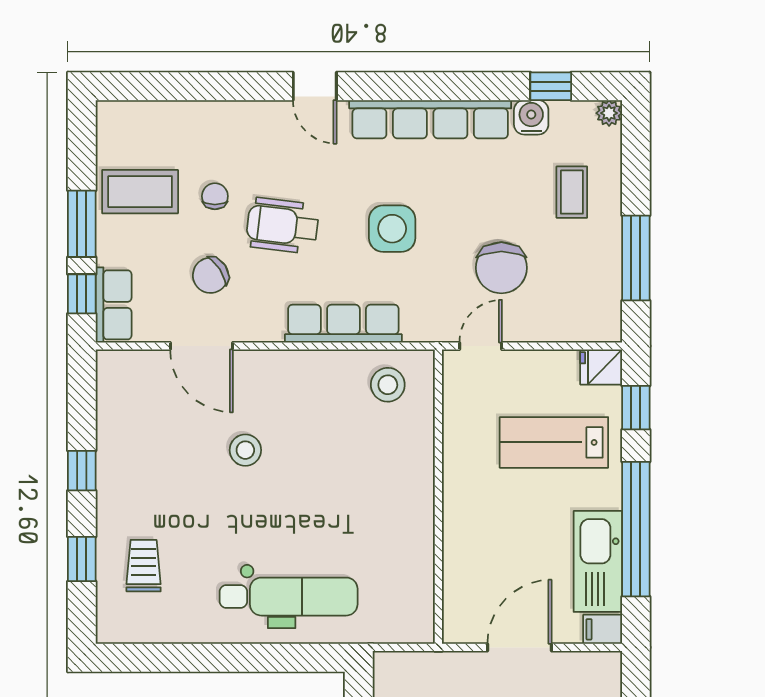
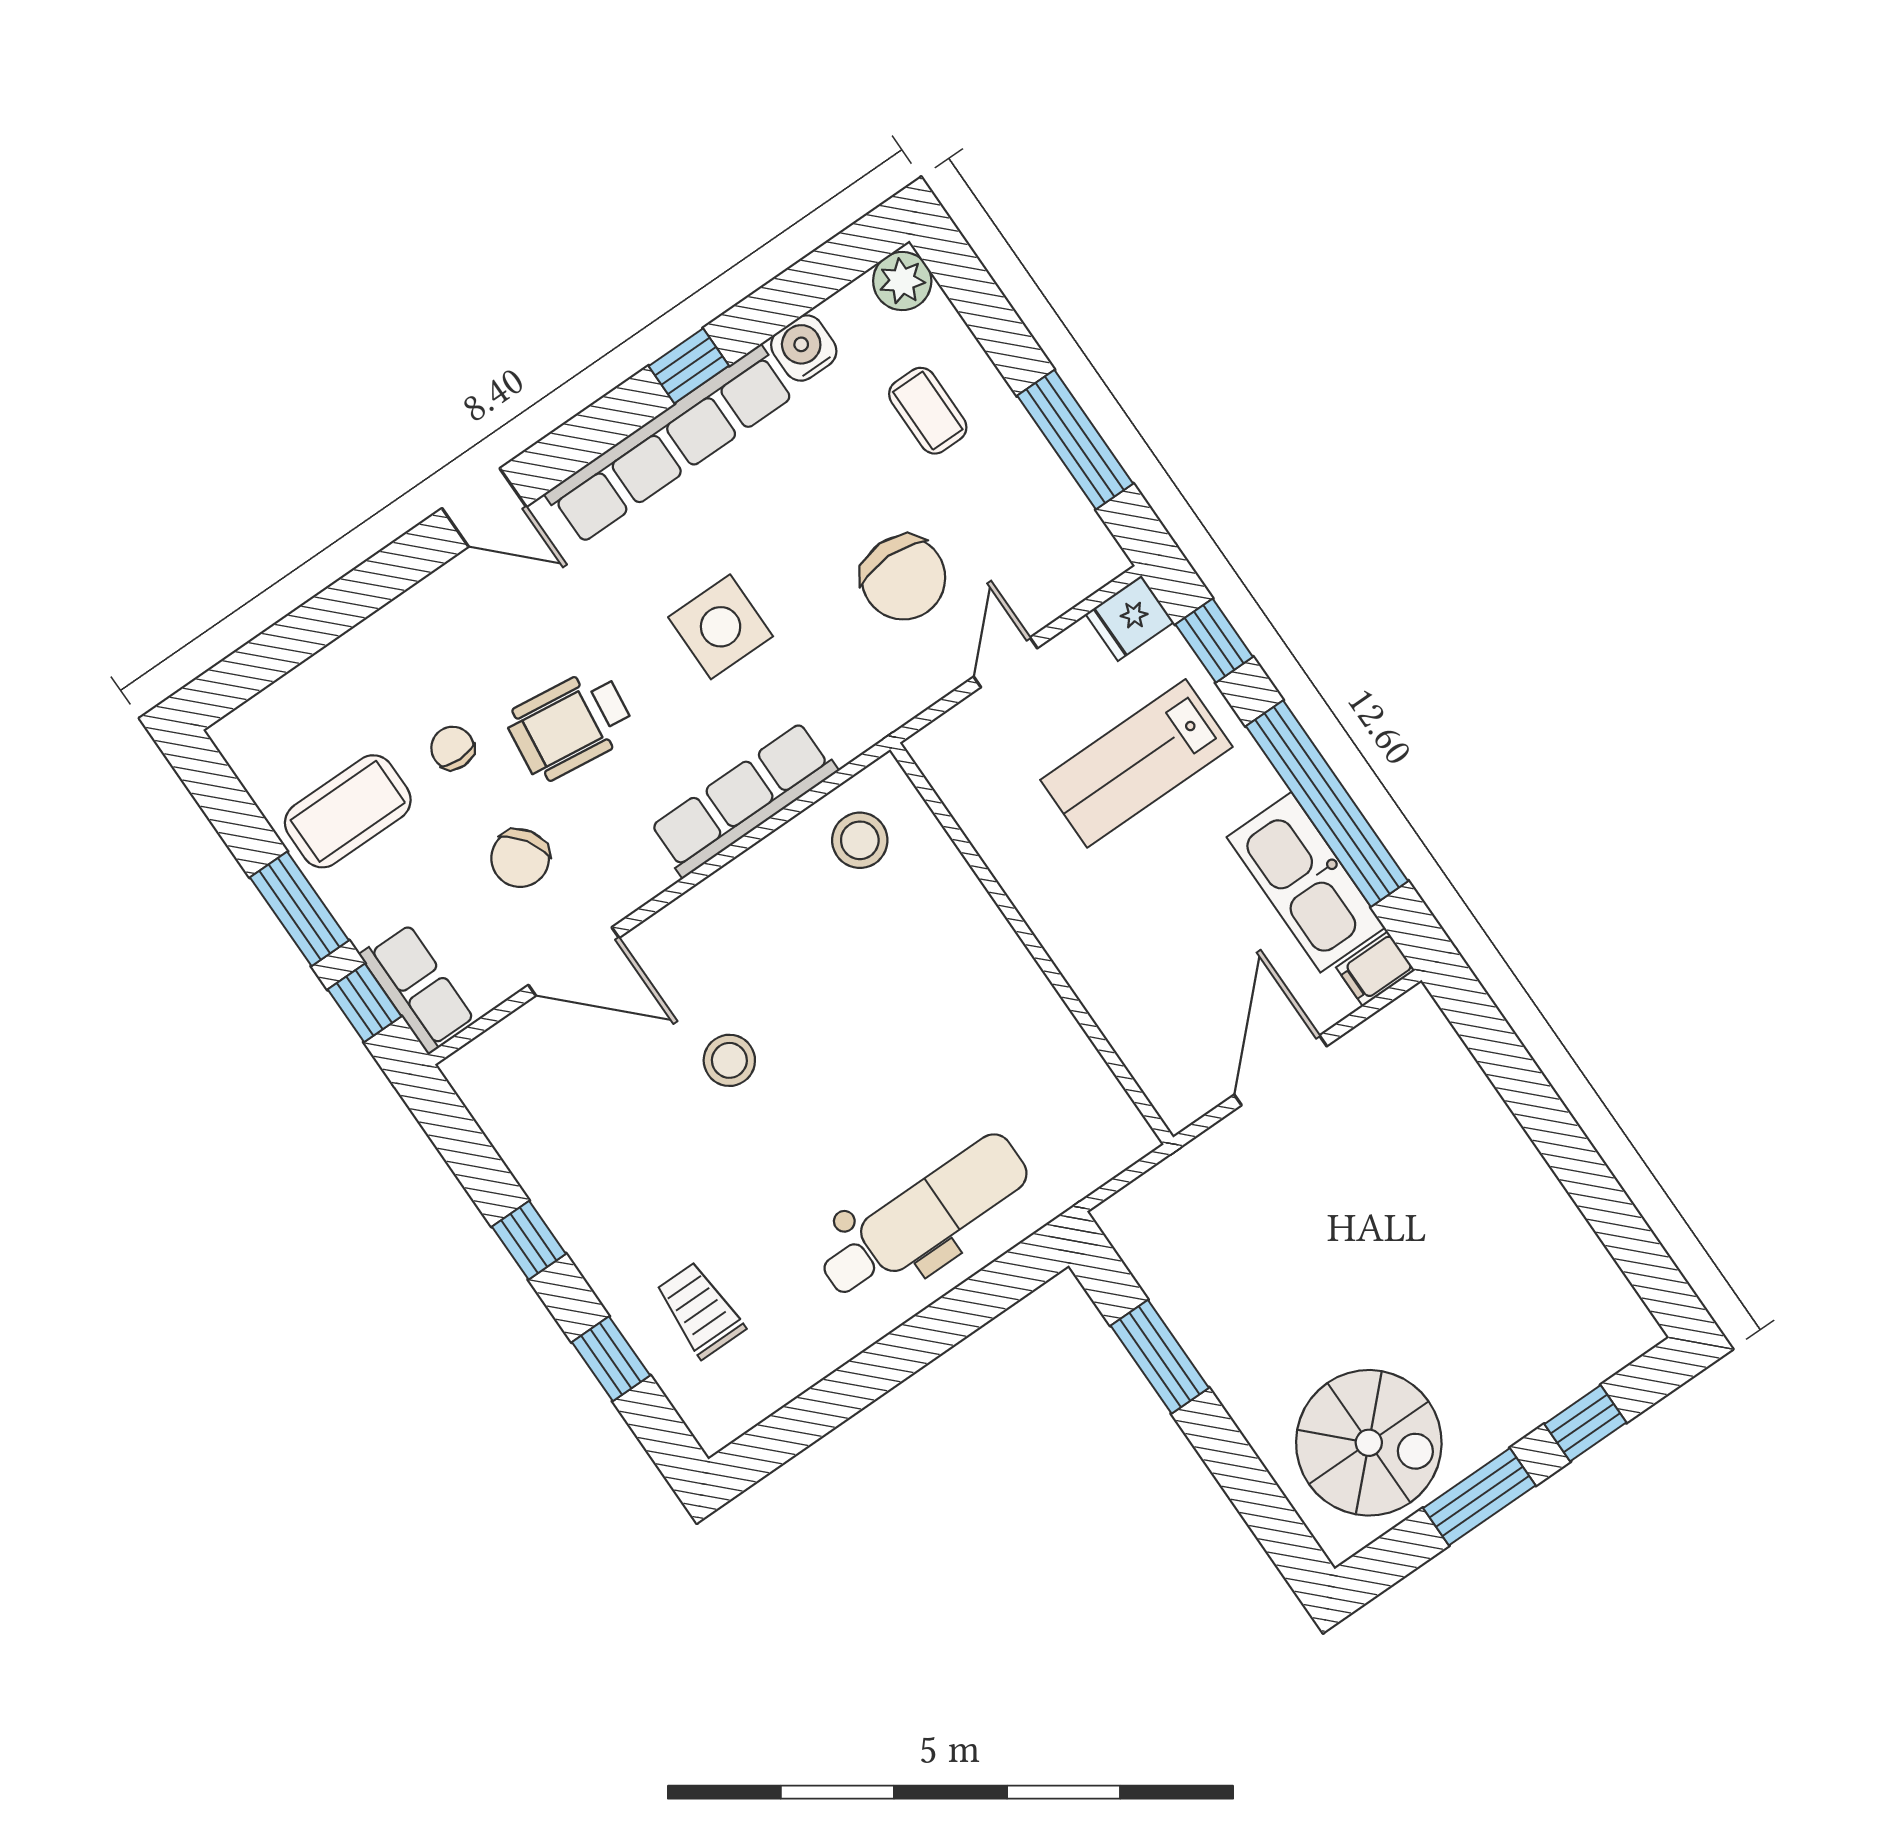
window: (551, 86) -> (689, 366), moved
plant: (609, 113) -> (902, 281), width x1.38, depth x1.38
door: (481, 346) -> (1005, 662), moved

